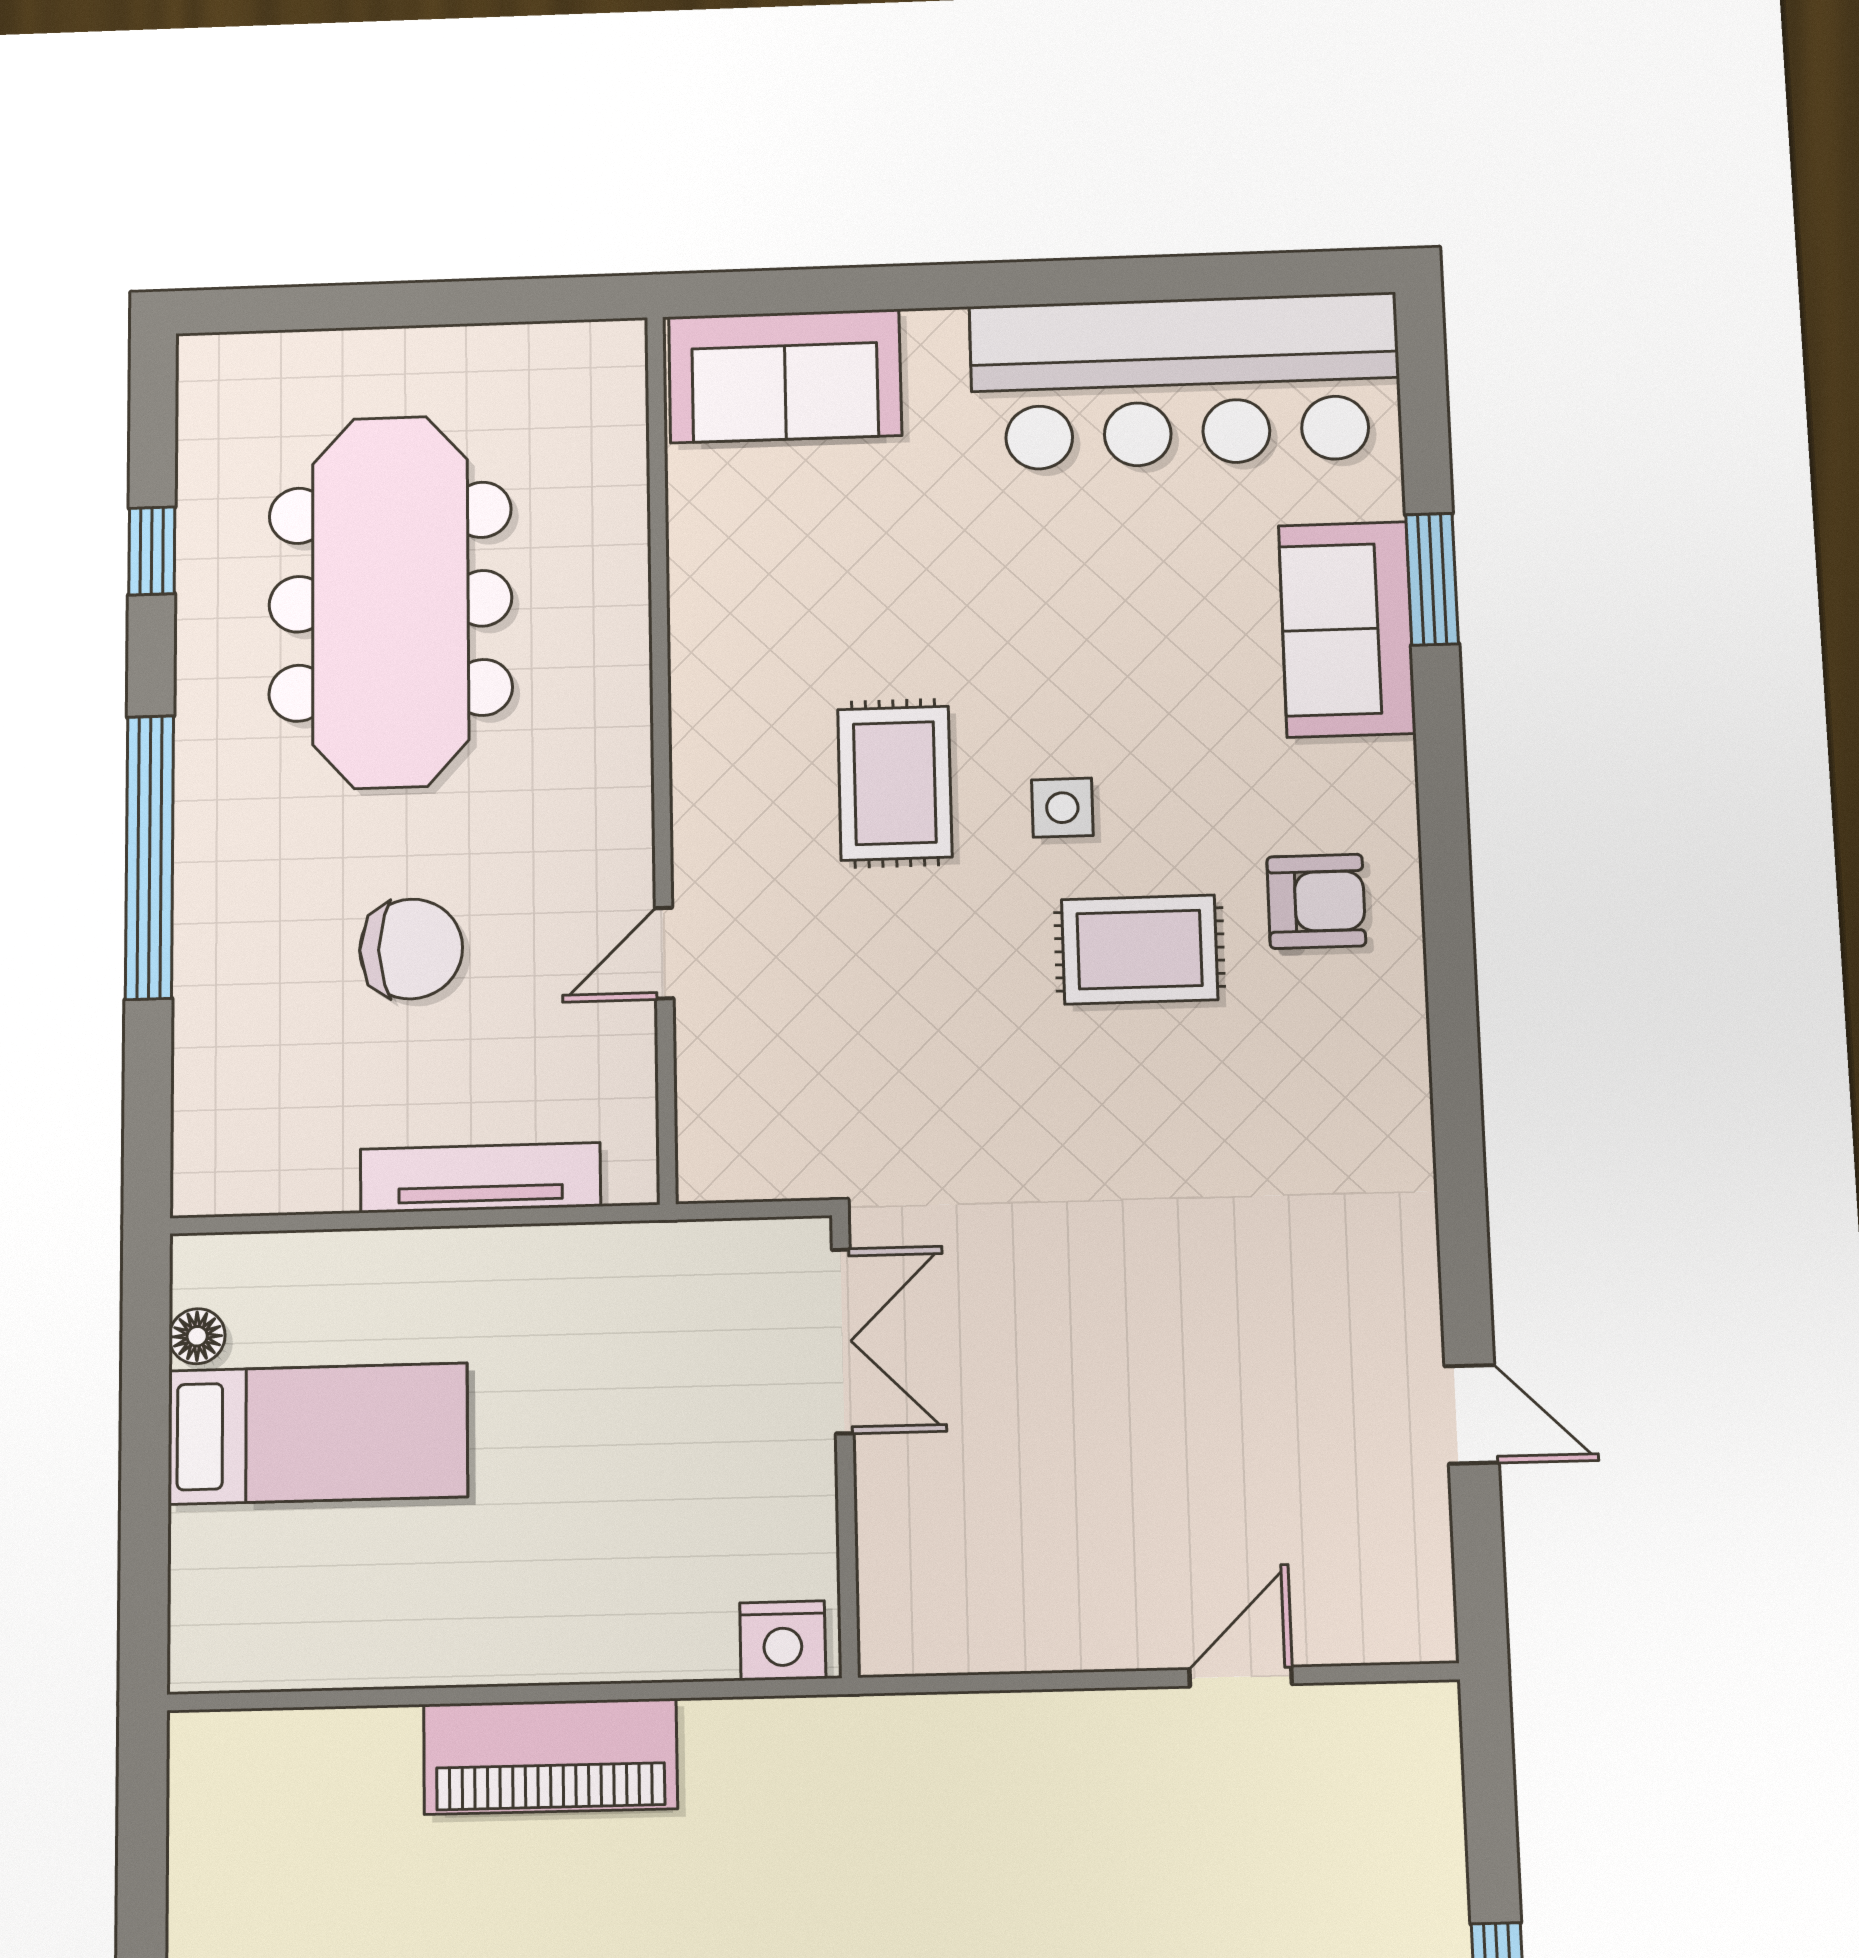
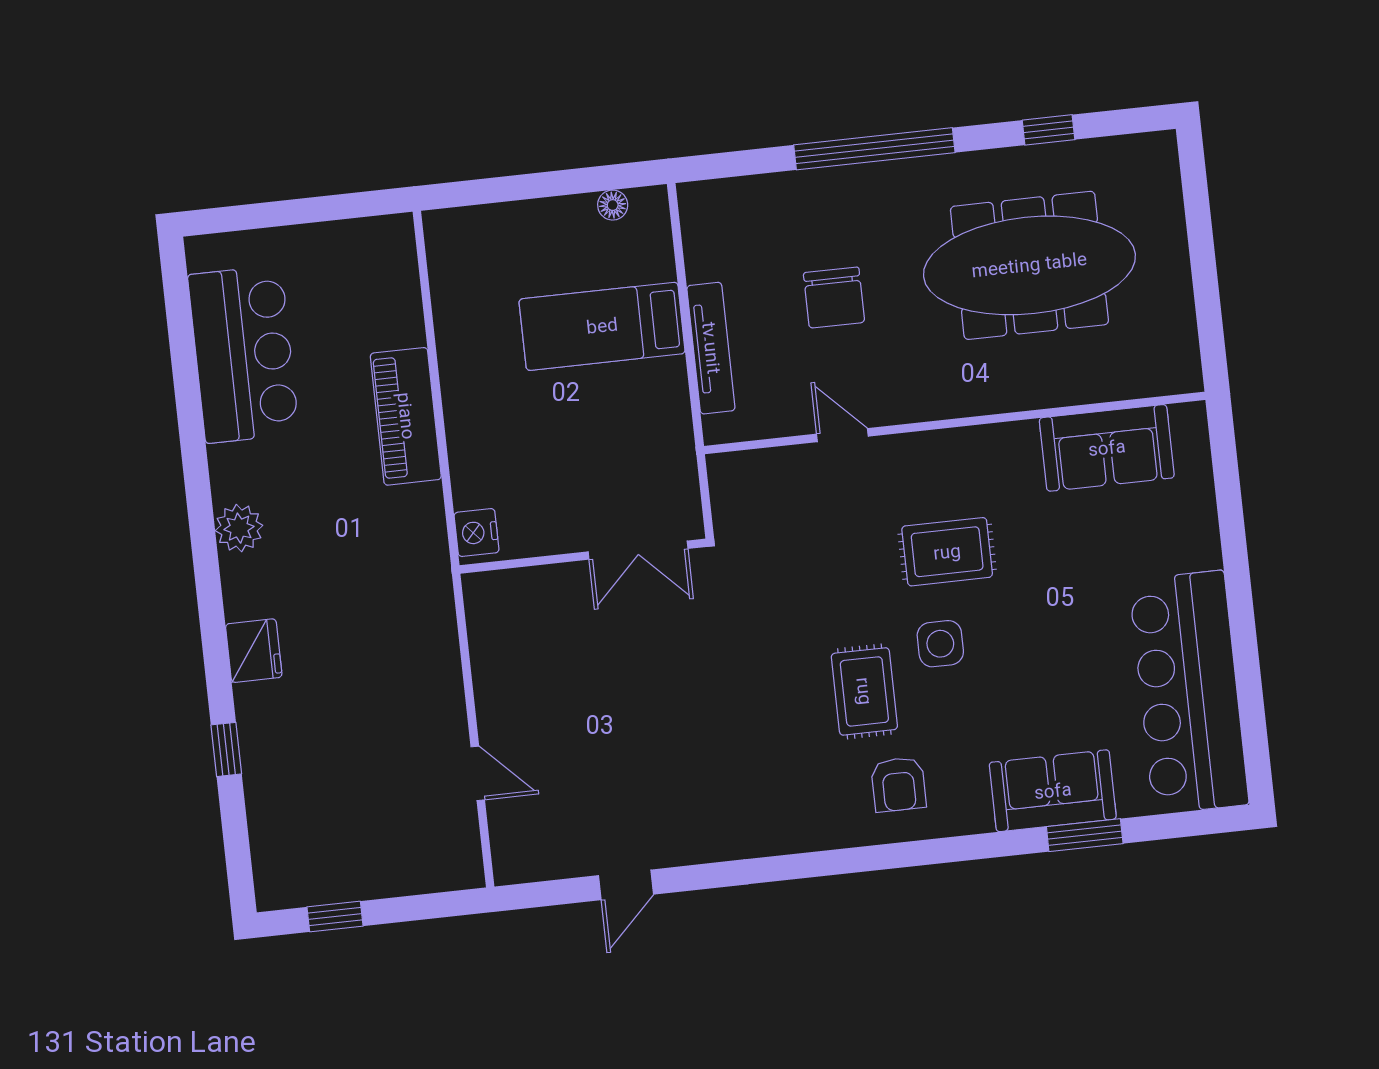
sofa: (785, 376) -> (1107, 448), moved, turned -90
side table: (1062, 808) -> (940, 644), width x1.37, depth x1.37
bed: (318, 1434) -> (602, 326), moved, turned 90

